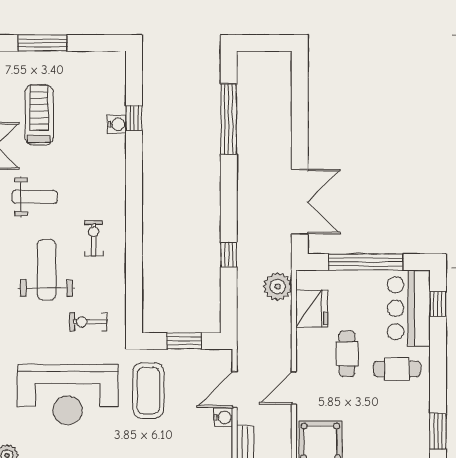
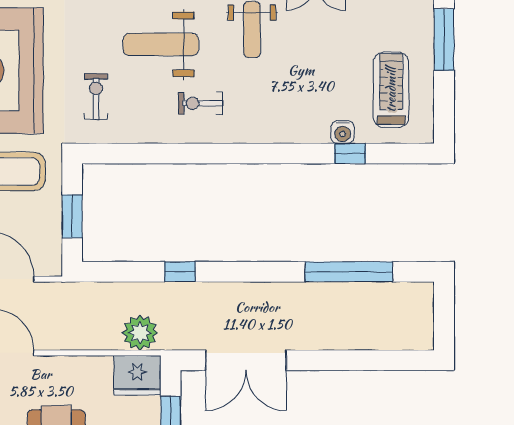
treadmill: (39, 115) -> (391, 90), moved, turned -90
exercise bike: (94, 238) -> (200, 103), turned 180
weight bench: (47, 270) -> (161, 44), turned 180
fridge: (312, 309) -> (137, 375), moved

